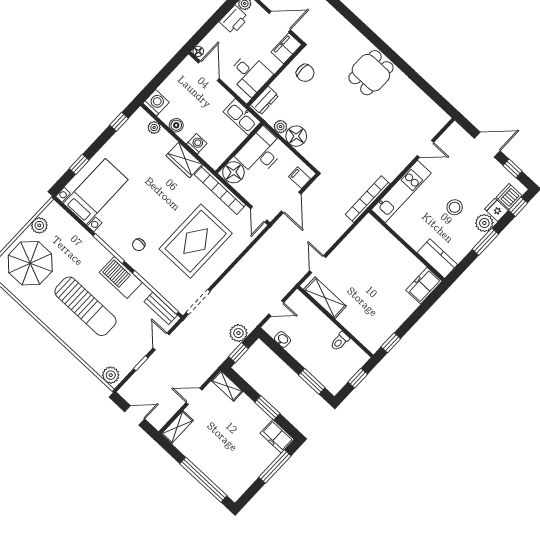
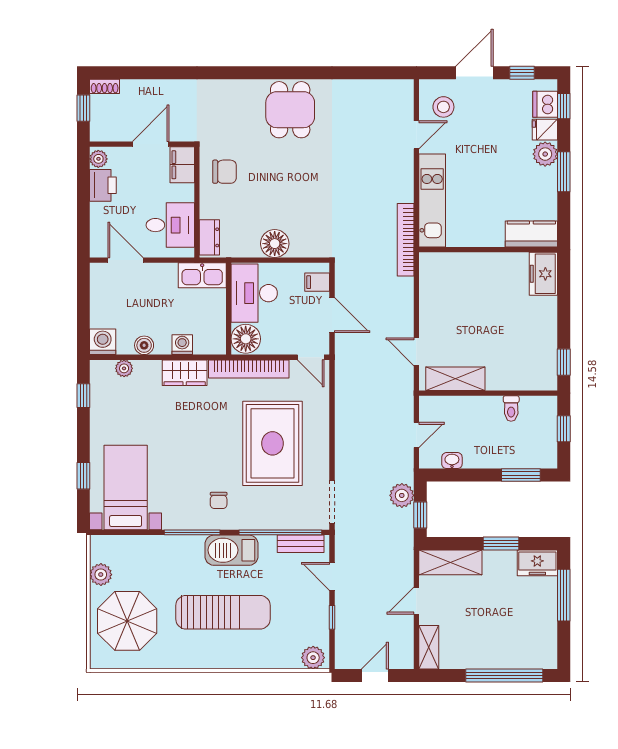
floor lamp: (198, 51) -> (97, 251), removed
plant: (280, 127) -> (250, 249), removed
stool: (455, 207) -> (443, 107), moved
shelving: (227, 386) -> (450, 562), width x1.50, depth x1.33

